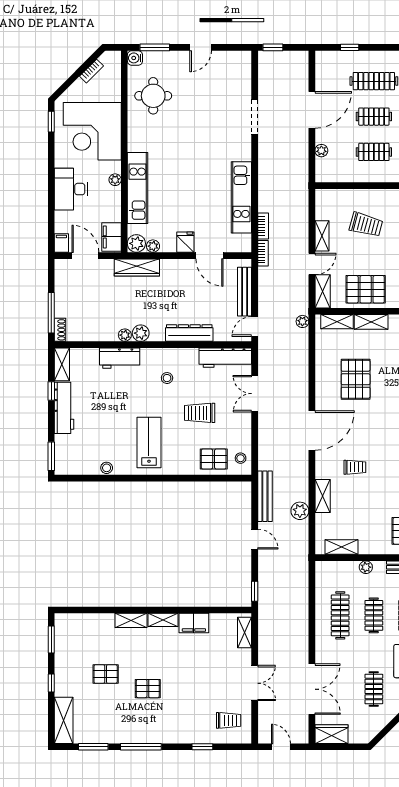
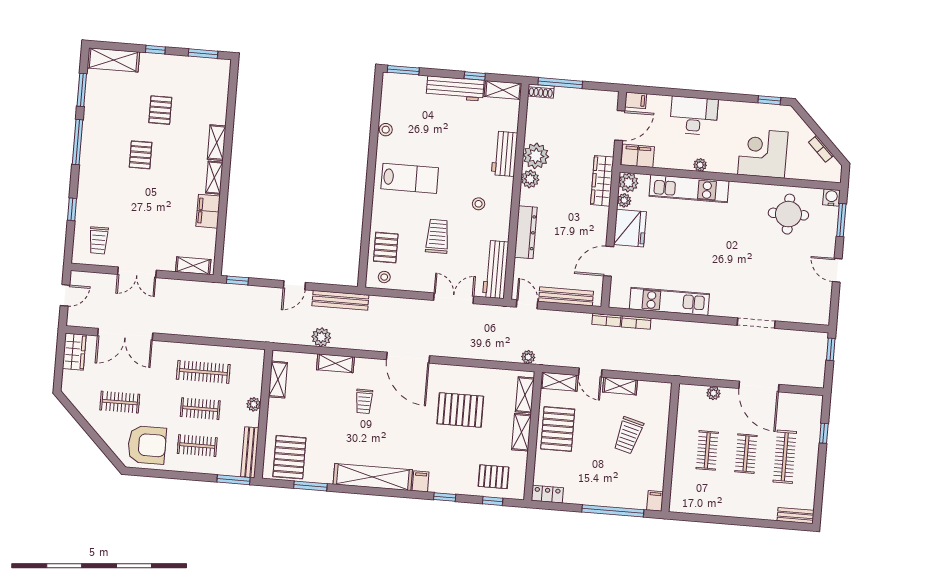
corner desk: (92, 131) -> (763, 153), width x0.74, depth x0.74
fridge: (185, 242) -> (630, 228), width x1.88, depth x1.34
plant: (125, 335) -> (536, 156), width x1.88, depth x1.88

